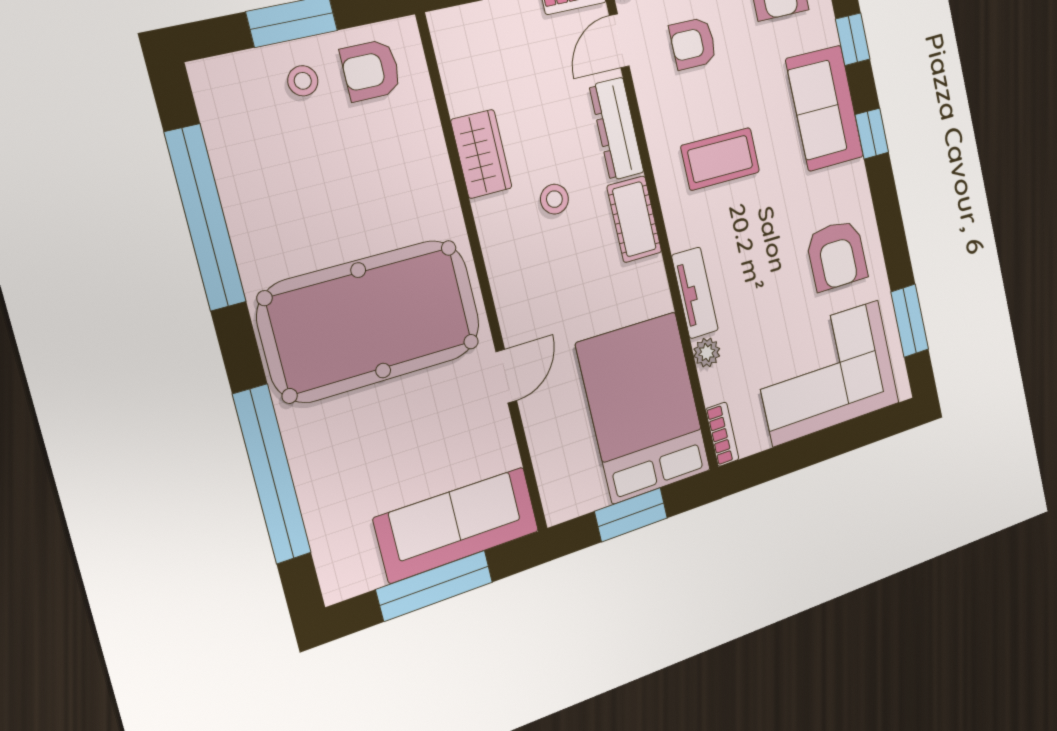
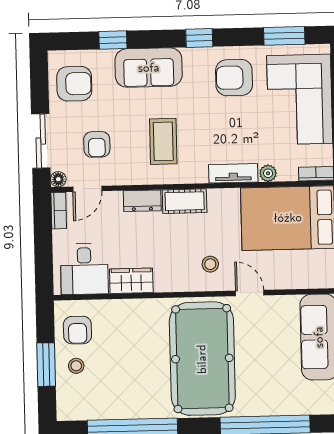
door: (619, 41) -> (87, 189), hinge flipped
desk: (483, 62) -> (84, 269), added
dresser: (617, 129) -> (142, 201), width x0.70
window: (872, 134) -> (199, 38), moved
stool: (554, 199) -> (210, 264), moved
armchair: (837, 255) -> (234, 78), turned 180

